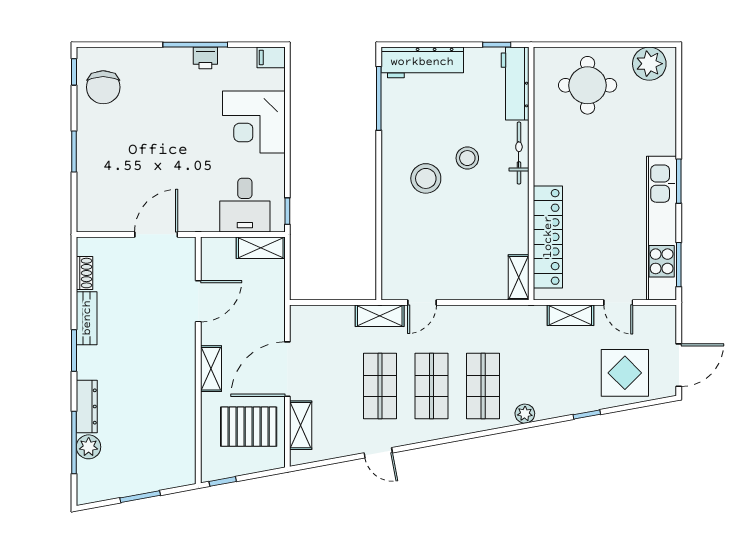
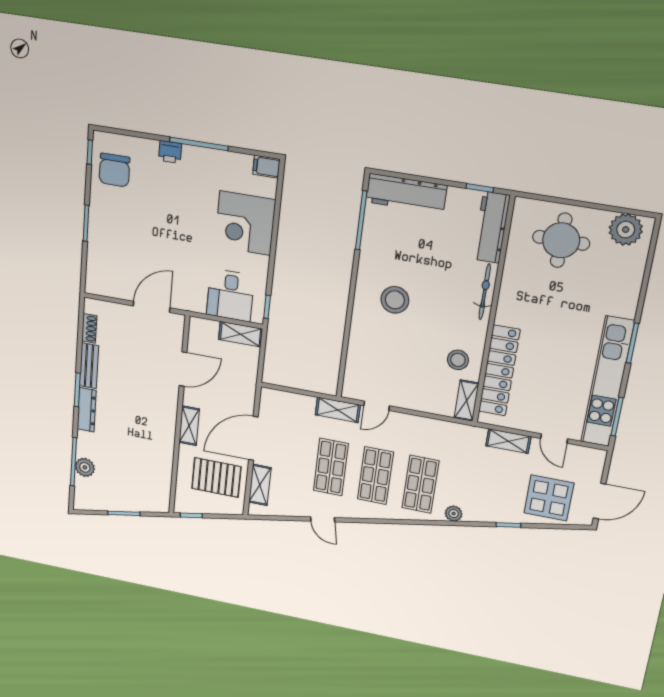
printer: (205, 58) -> (170, 152), moved
stool: (467, 158) -> (458, 360), moved
dresser: (87, 407) -> (87, 410), moved

